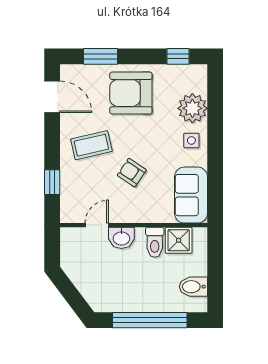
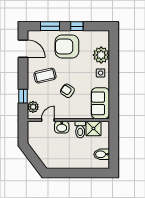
window: (178, 56) -> (77, 26), moved
plant: (70, 202) -> (33, 107), added
window: (150, 320) -> (77, 173), removed

